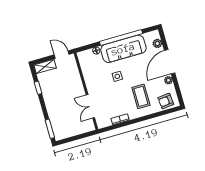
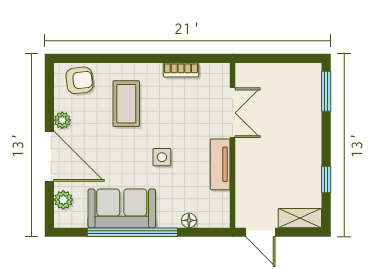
sofa: (123, 49) -> (122, 208), width x0.73
door: (170, 62) -> (49, 156), hinge flipped
tv unit: (89, 81) -> (220, 164), added

